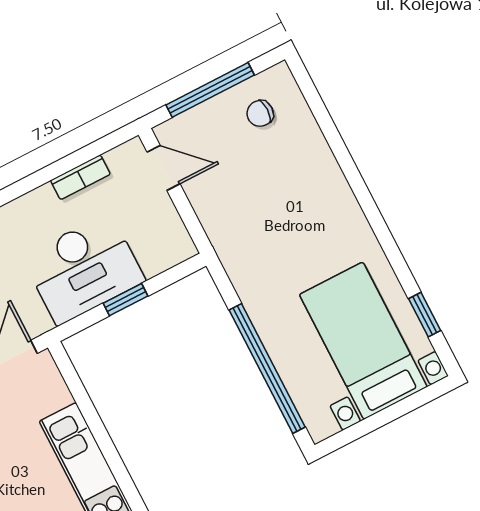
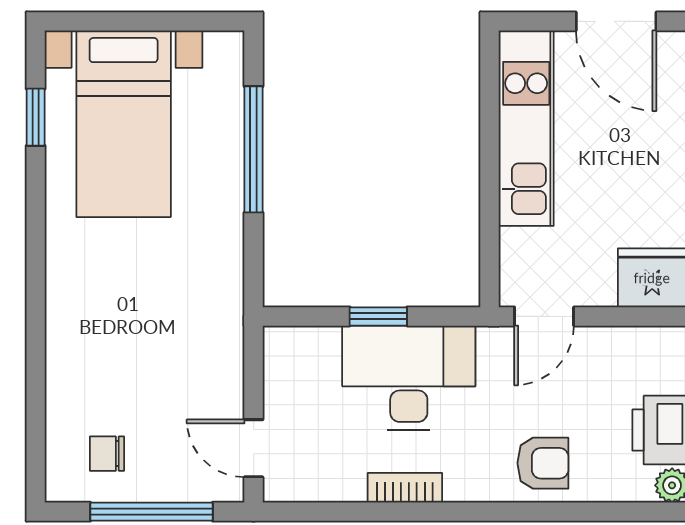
chair: (260, 113) -> (107, 454), turned 180
bookcase: (80, 177) -> (405, 488), moved
window: (267, 369) -> (254, 149), width x0.68

